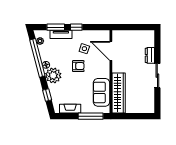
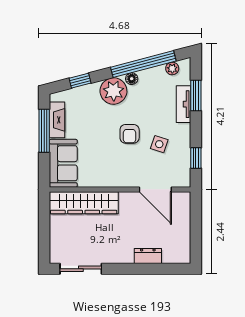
window: (76, 27) -> (196, 158), moved
door: (111, 51) -> (155, 189), swing flipped
sliding door: (157, 76) -> (81, 269), moved
sofa: (102, 92) -> (63, 163), moved, turned 90
window: (91, 116) -> (44, 131), moved

